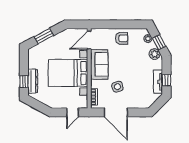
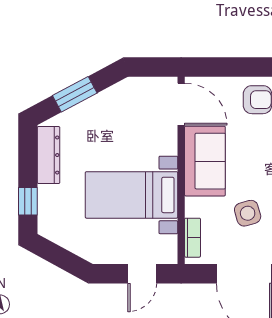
door: (89, 40) -> (181, 104), swing flipped
bed with nightstands: (68, 73) -> (131, 195), width x0.73
dresser: (33, 81) -> (49, 155), moved

